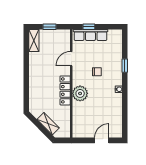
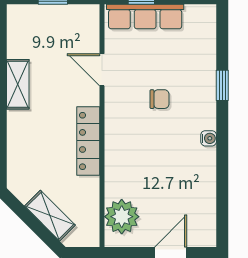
shelving: (34, 41) -> (18, 84), moved
door: (71, 59) -> (102, 70), hinge flipped
plant: (80, 93) -> (122, 217), moved

